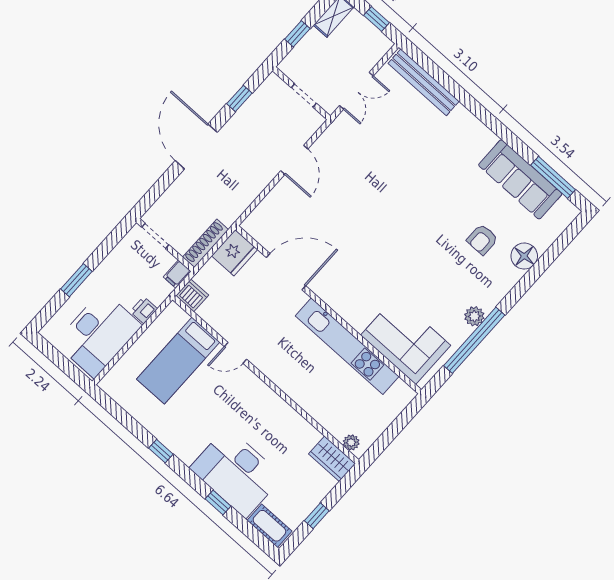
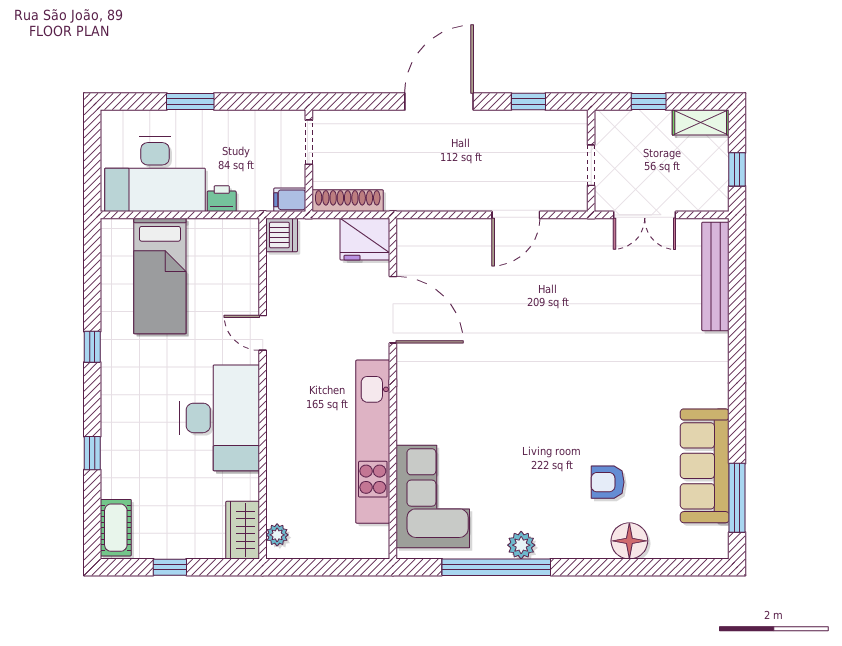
bed: (178, 361) -> (160, 276), moved, turned -90
desk: (236, 472) -> (220, 418), moved, turned 180

